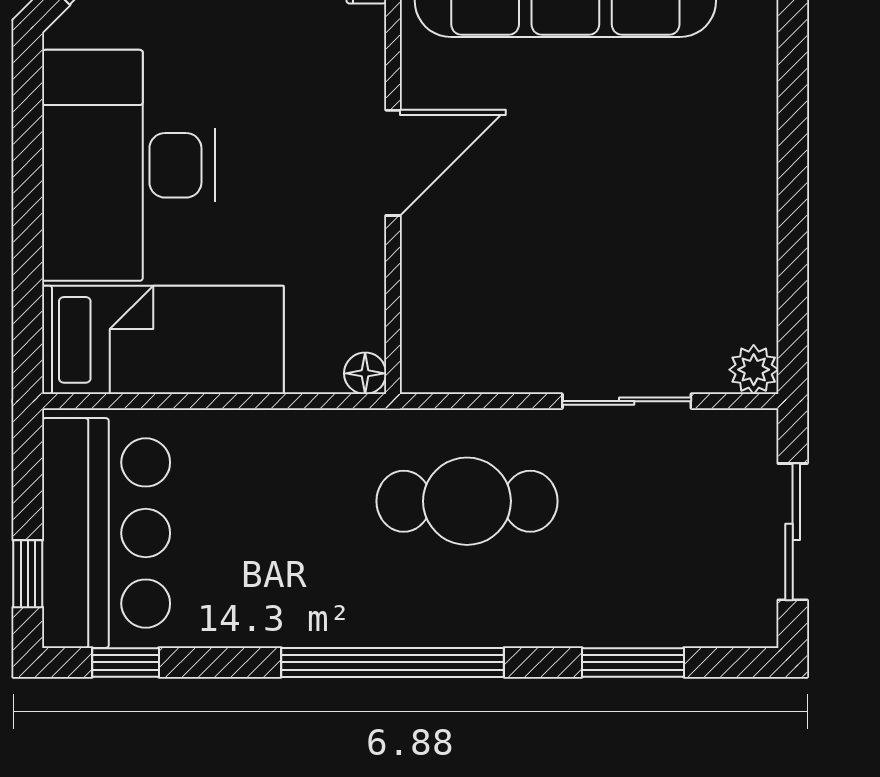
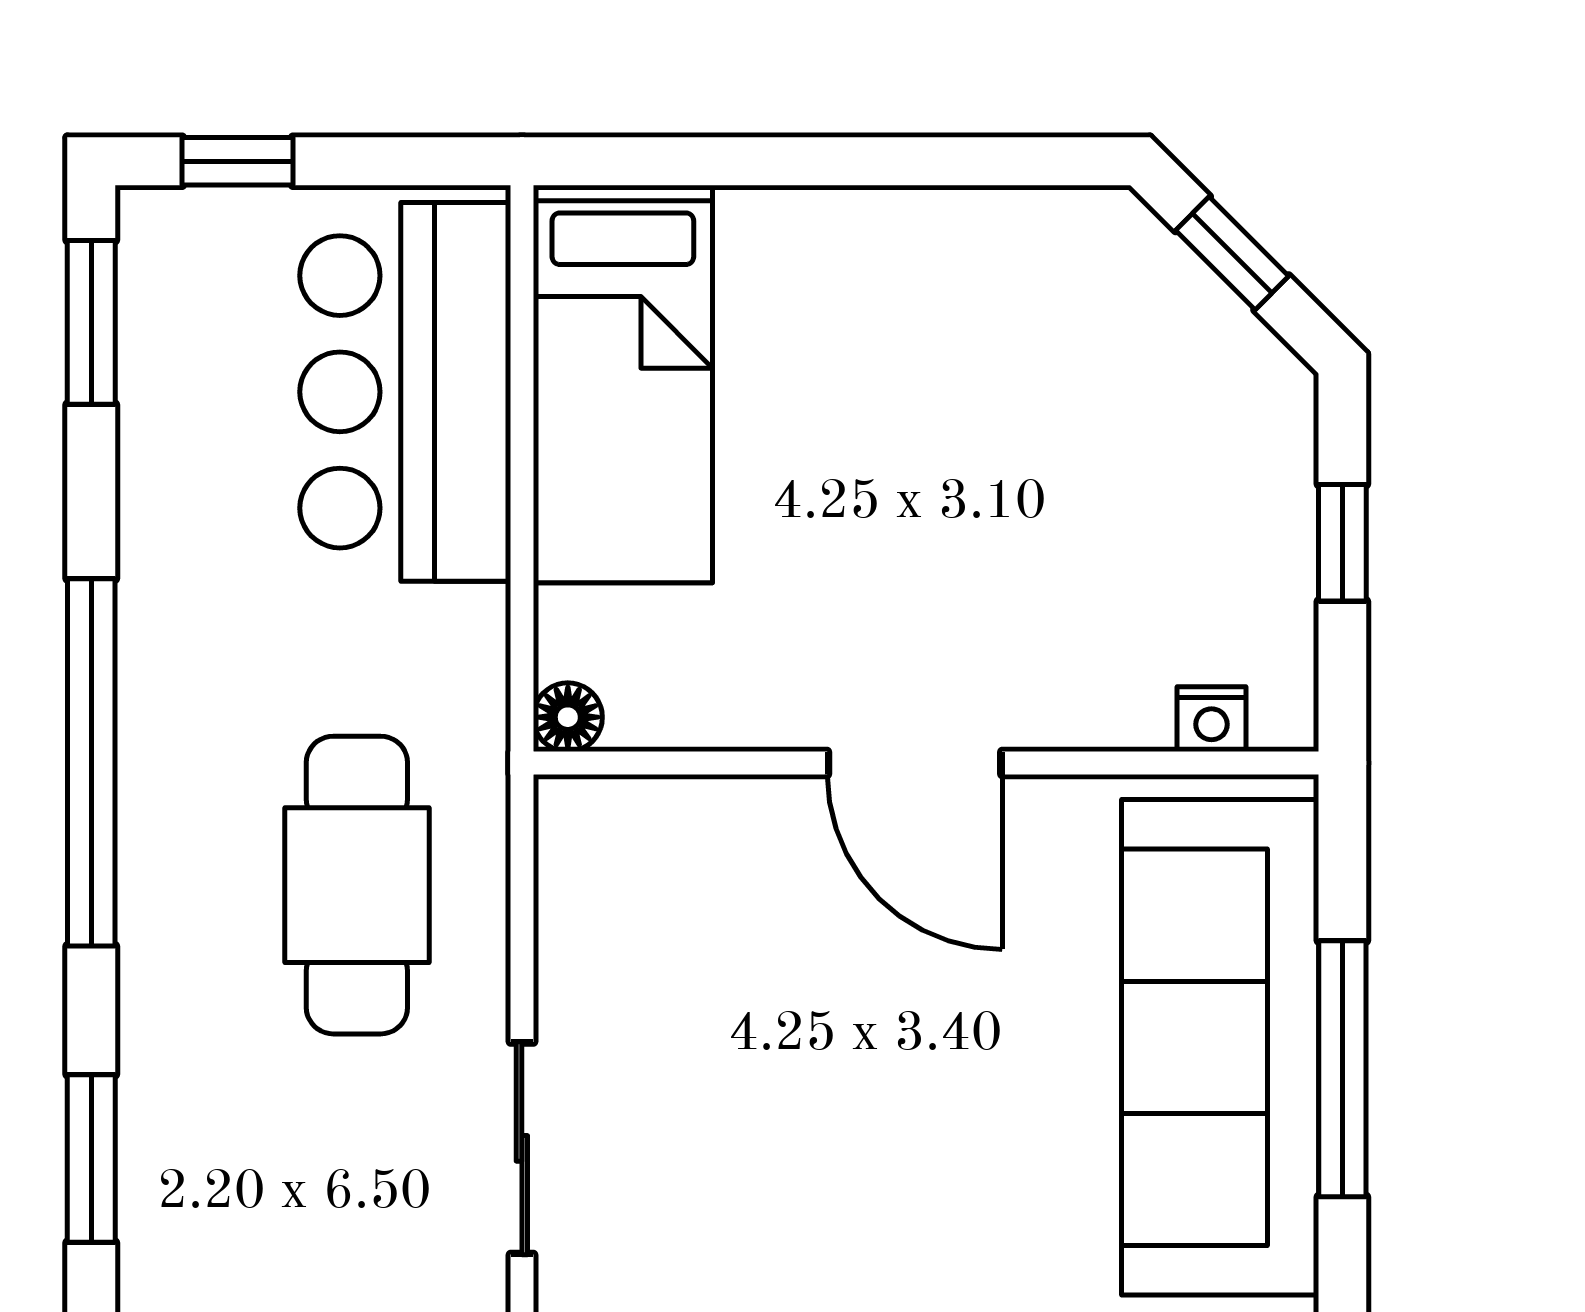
desk: (129, 165) -> (911, 328), removed
bar counter: (106, 533) -> (405, 392), moved, turned 90
window: (126, 662) -> (91, 322), width x1.50

